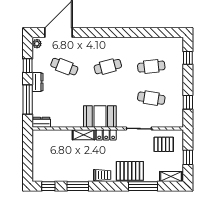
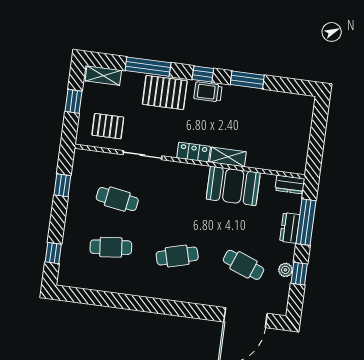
plant: (37, 44) -> (285, 270), moved
dresser: (38, 82) -> (290, 228), moved
booth: (100, 117) -> (233, 186), moved
window: (48, 186) -> (203, 74), moved

